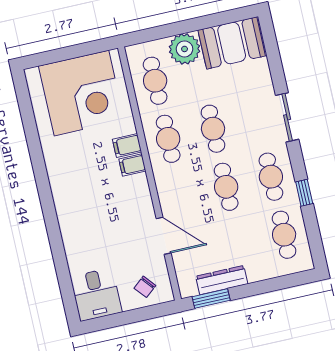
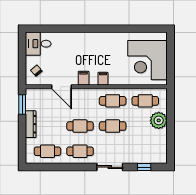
booth: (232, 43) -> (156, 146), removed
filing cabinet: (127, 146) -> (84, 78), moved
window: (304, 193) -> (144, 167), moved
door: (164, 236) -> (61, 87), hinge flipped
dresser: (222, 280) -> (31, 124), moved

